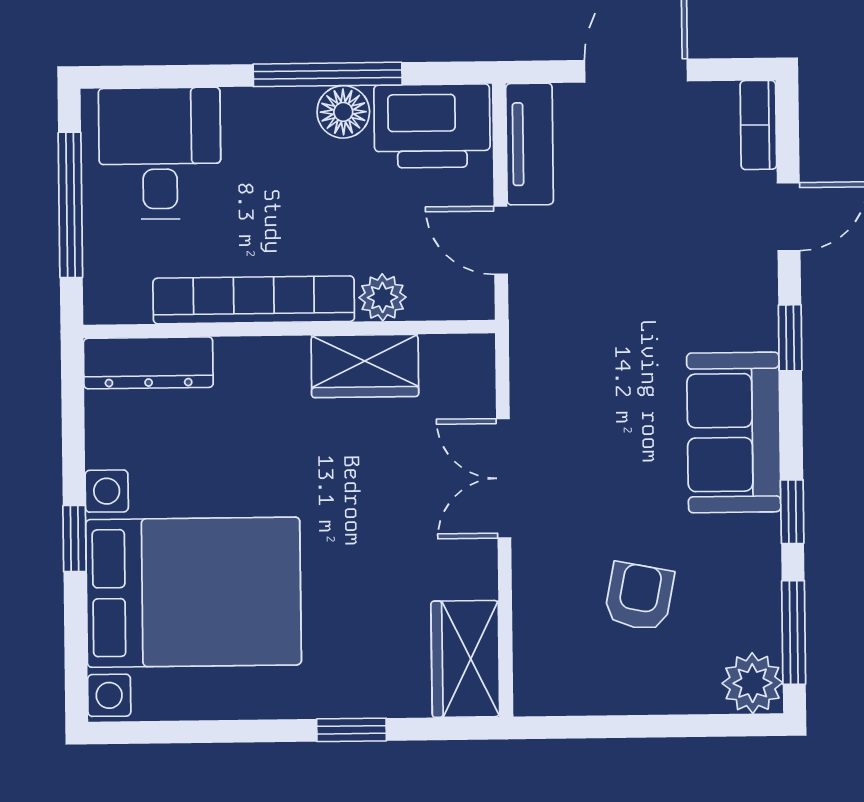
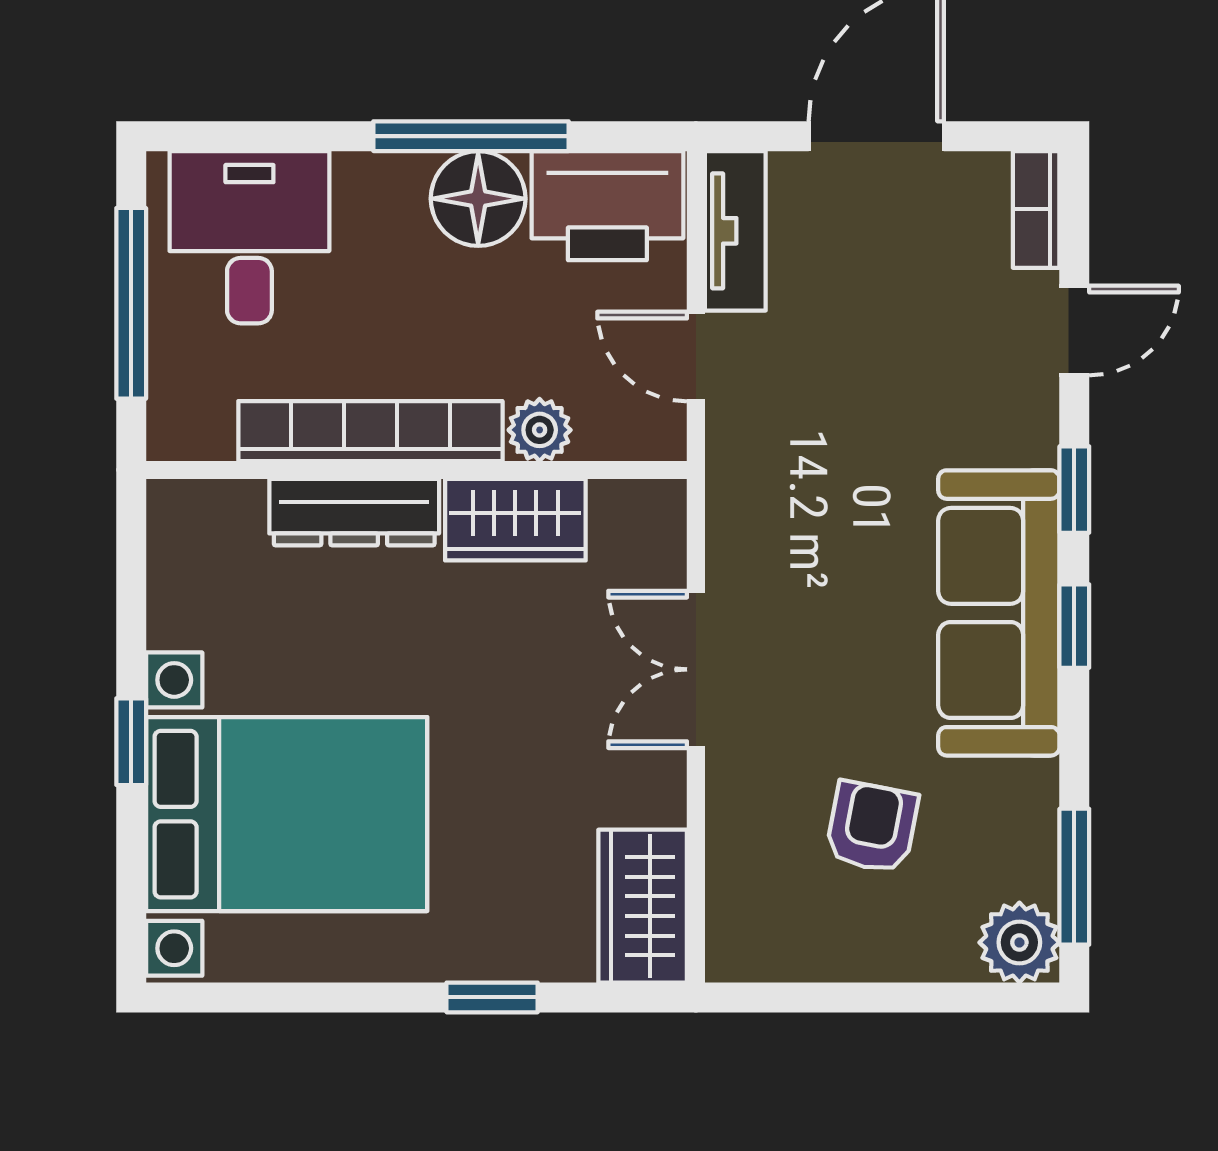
floor lamp: (343, 112) -> (478, 199), width x1.38, depth x1.38
dresser: (148, 363) -> (354, 512), moved
sofa: (734, 432) -> (999, 613), width x1.36
window: (792, 512) -> (1074, 626), moved

